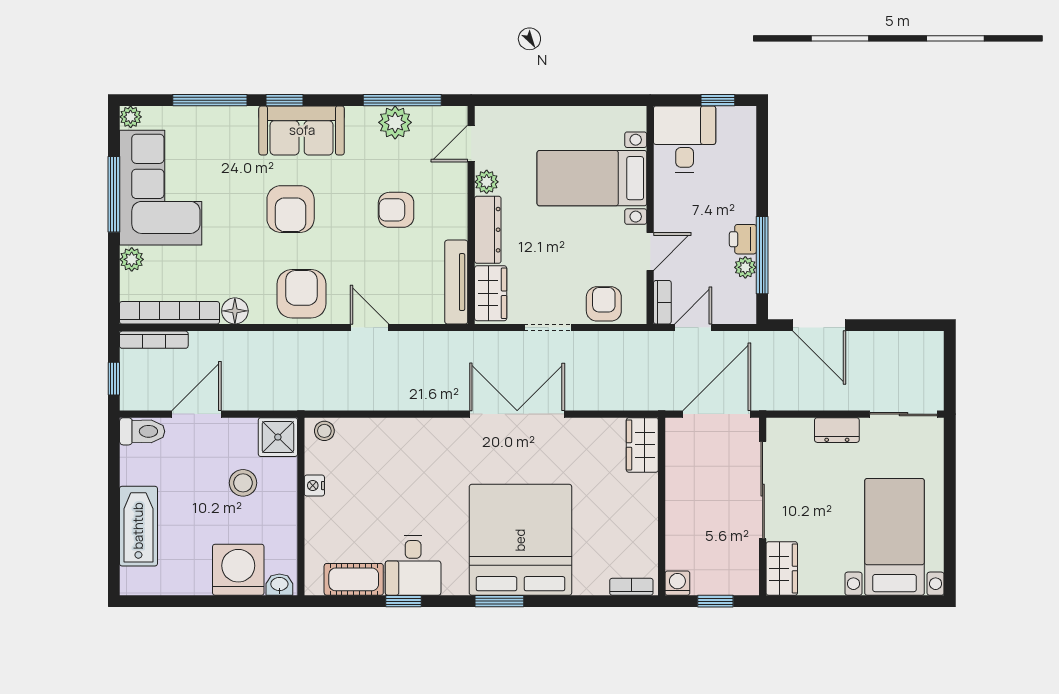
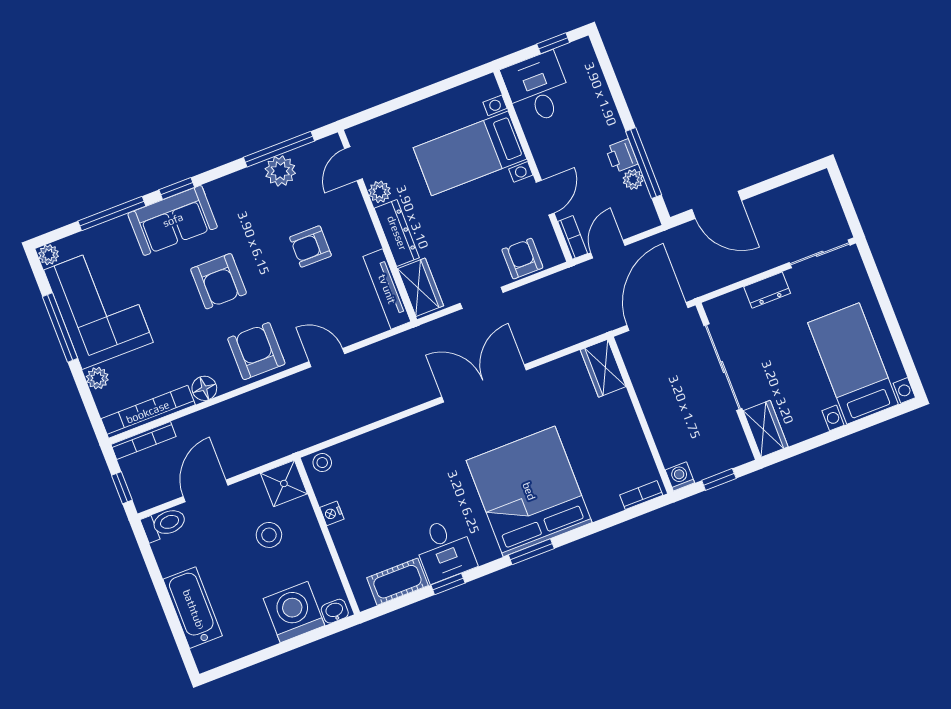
sofa: (302, 130) -> (173, 220), moved

